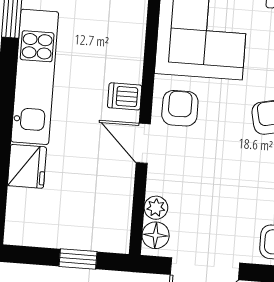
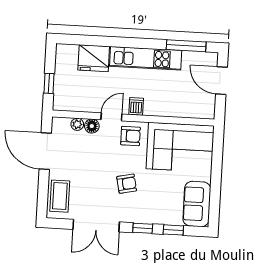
fridge: (27, 166) -> (94, 58), width x1.36, depth x1.34
floor lamp: (156, 235) -> (92, 126), moved

